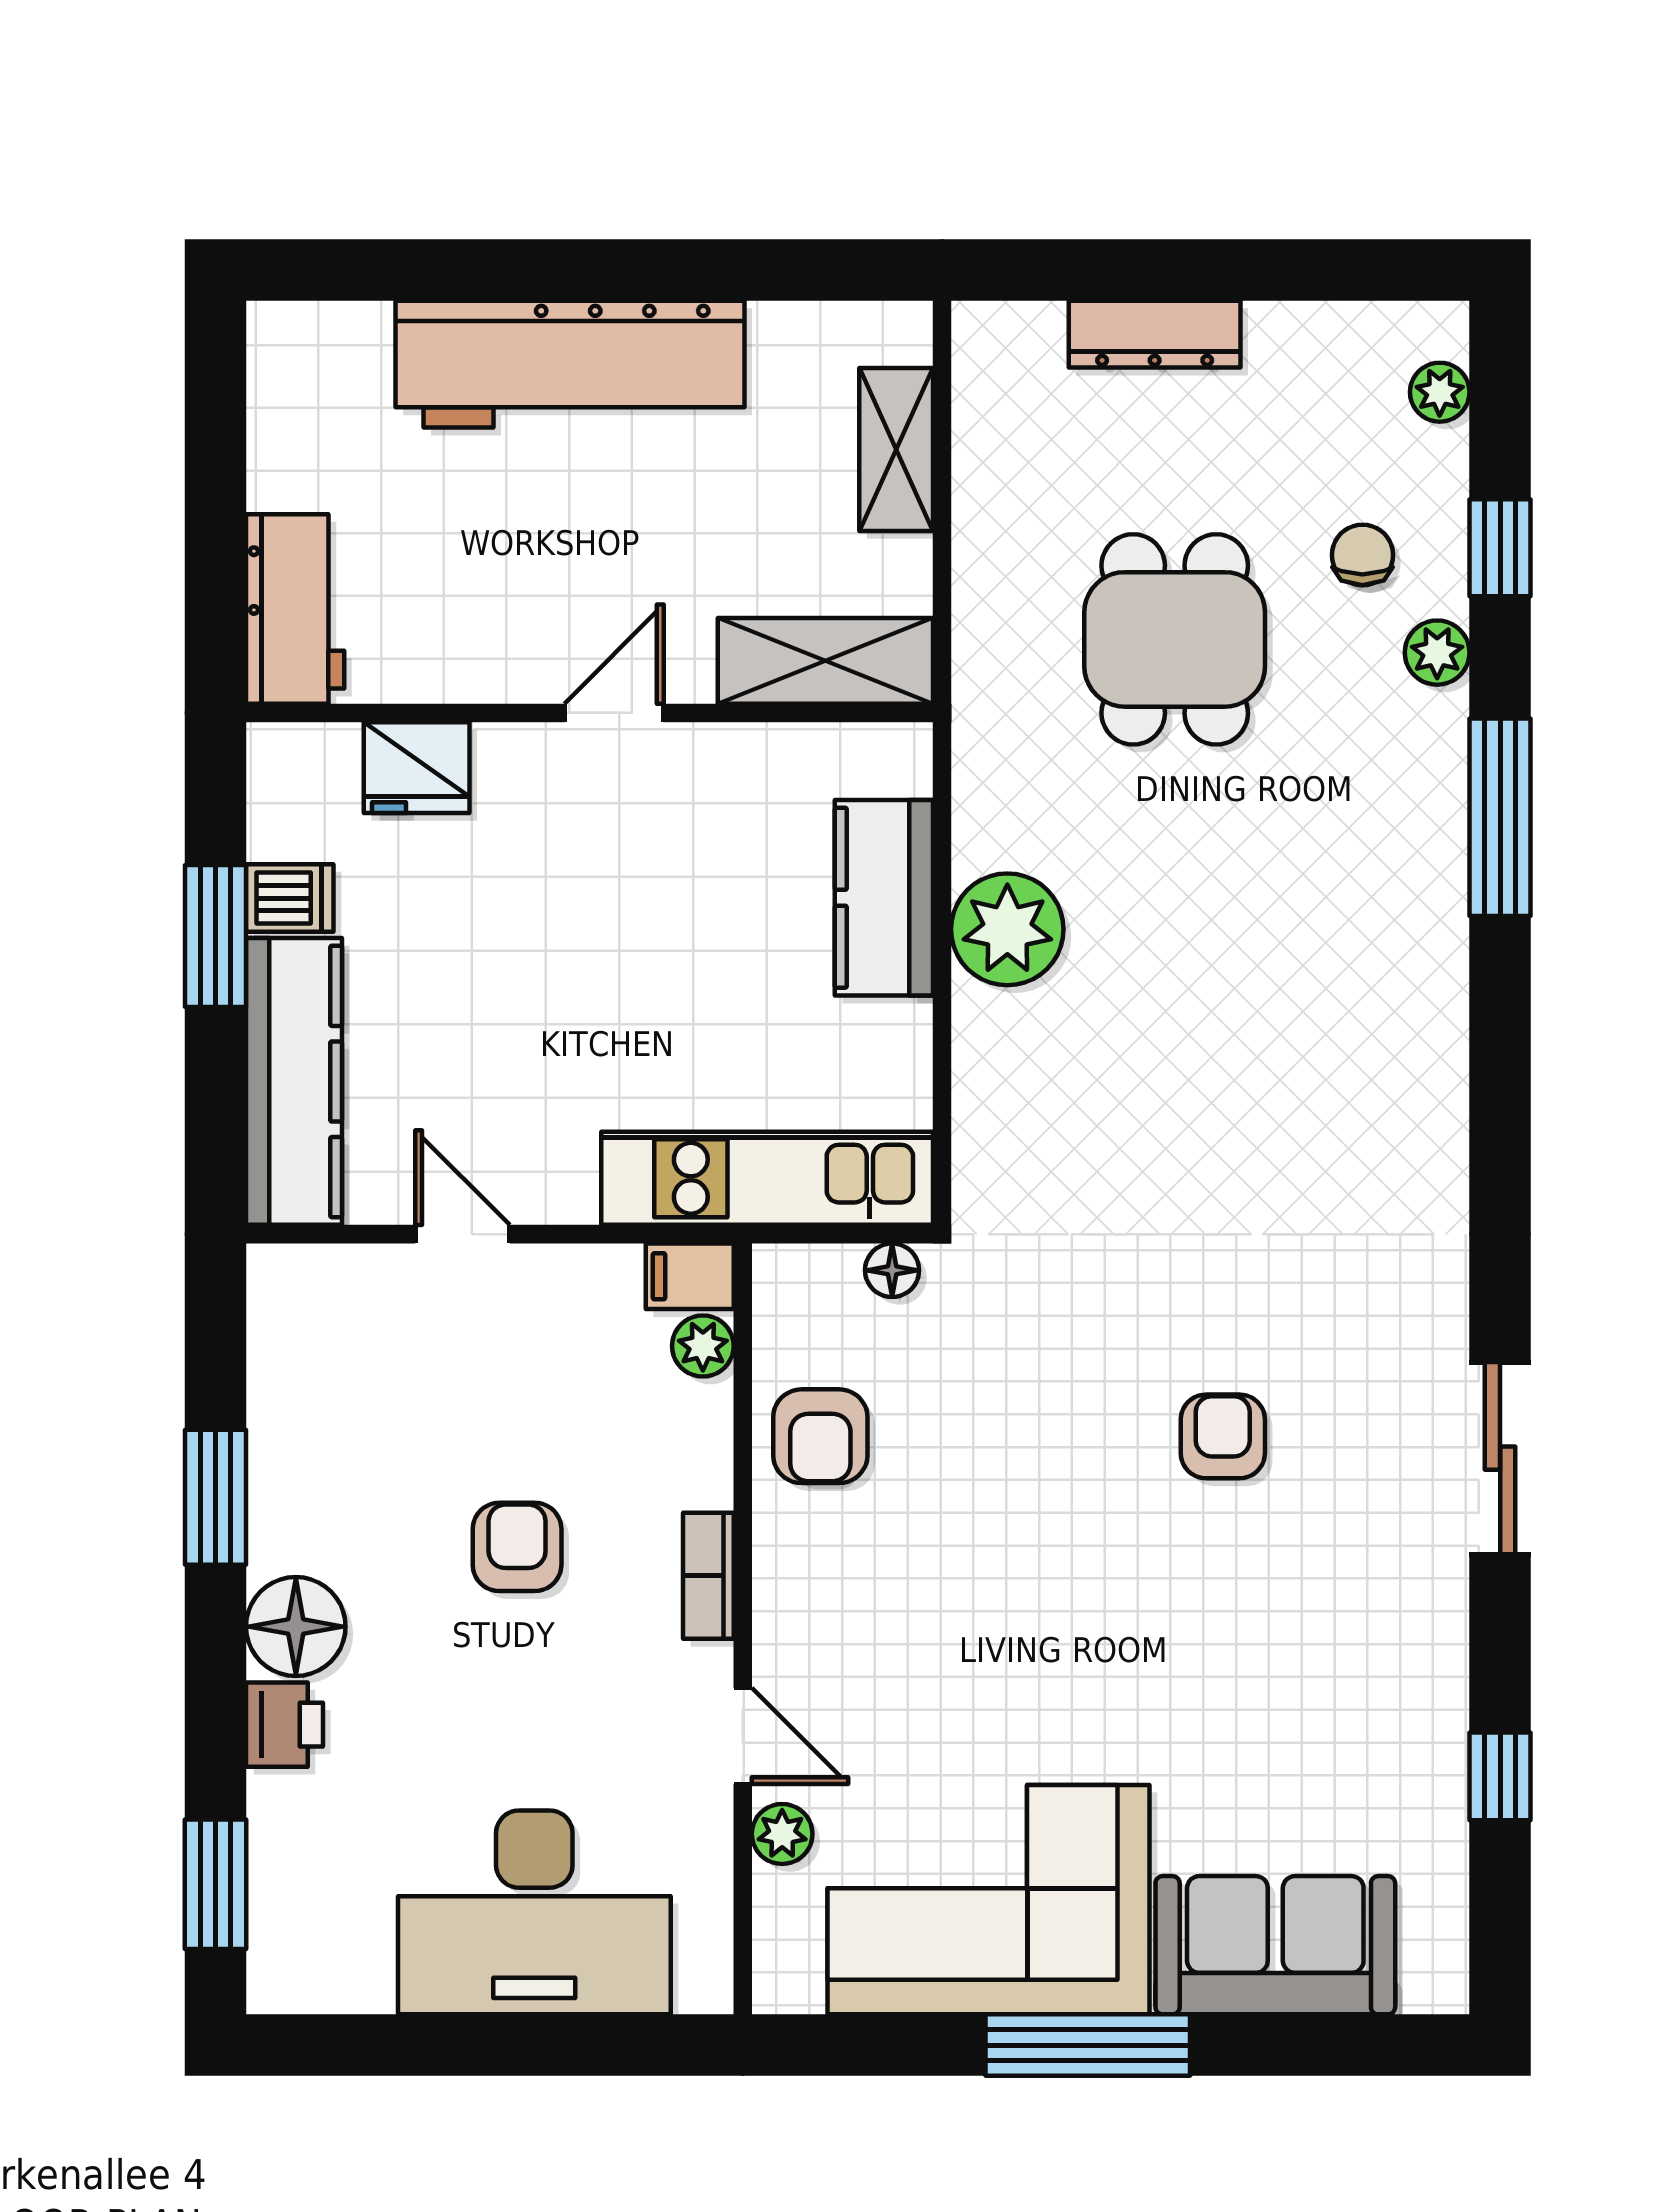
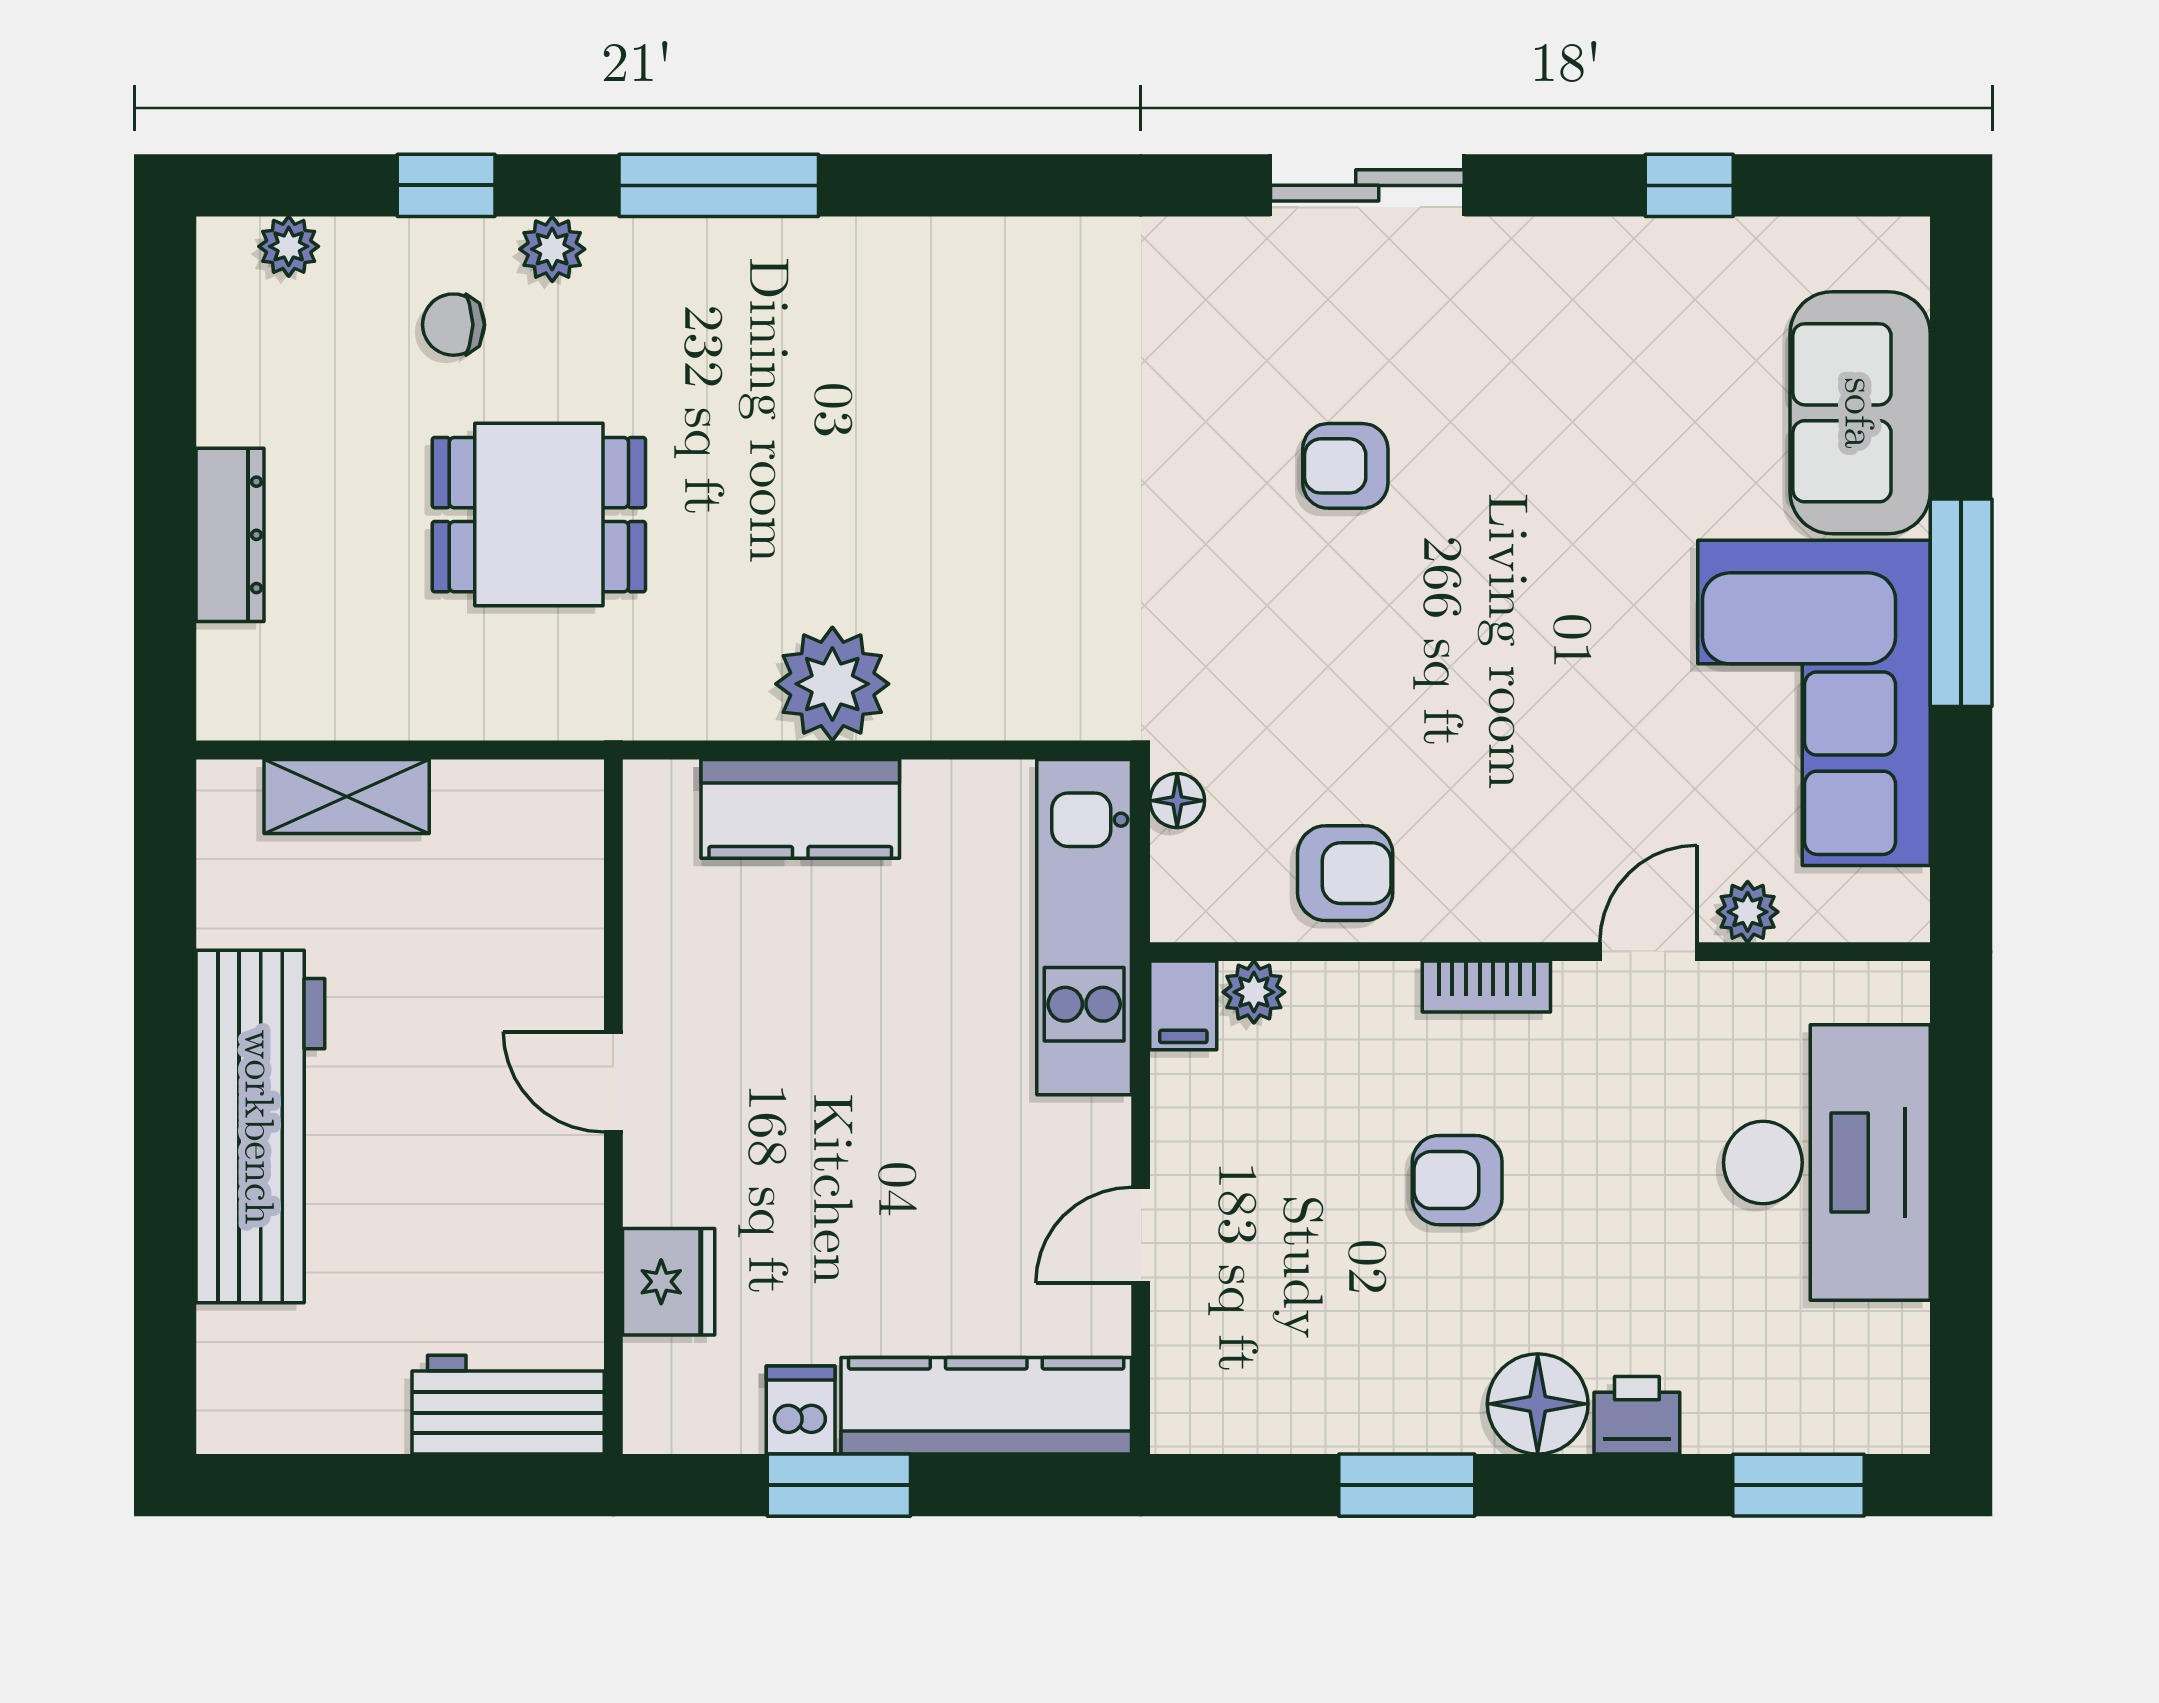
shelving: (825, 661) -> (560, 868), removed

